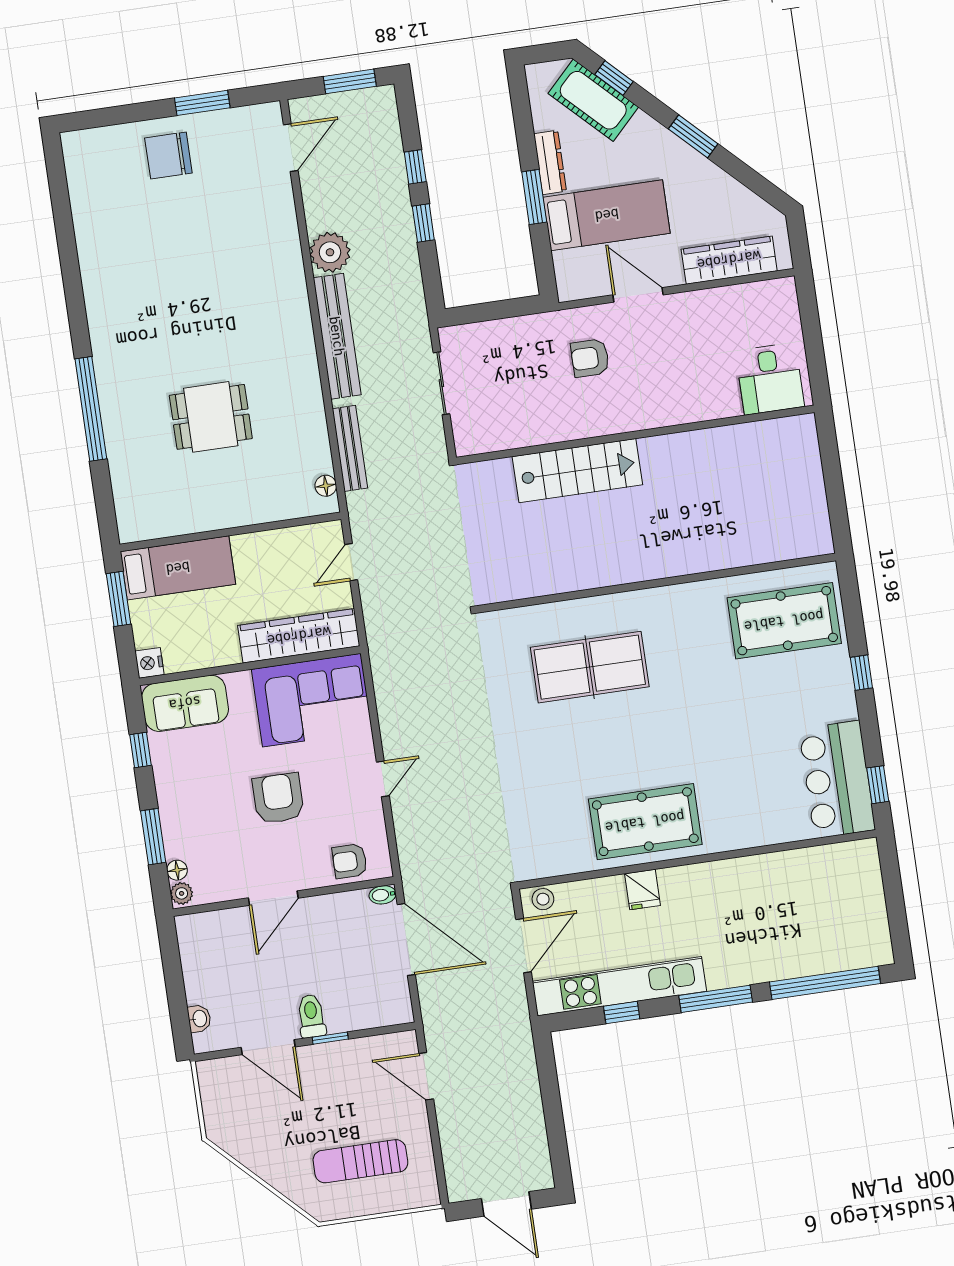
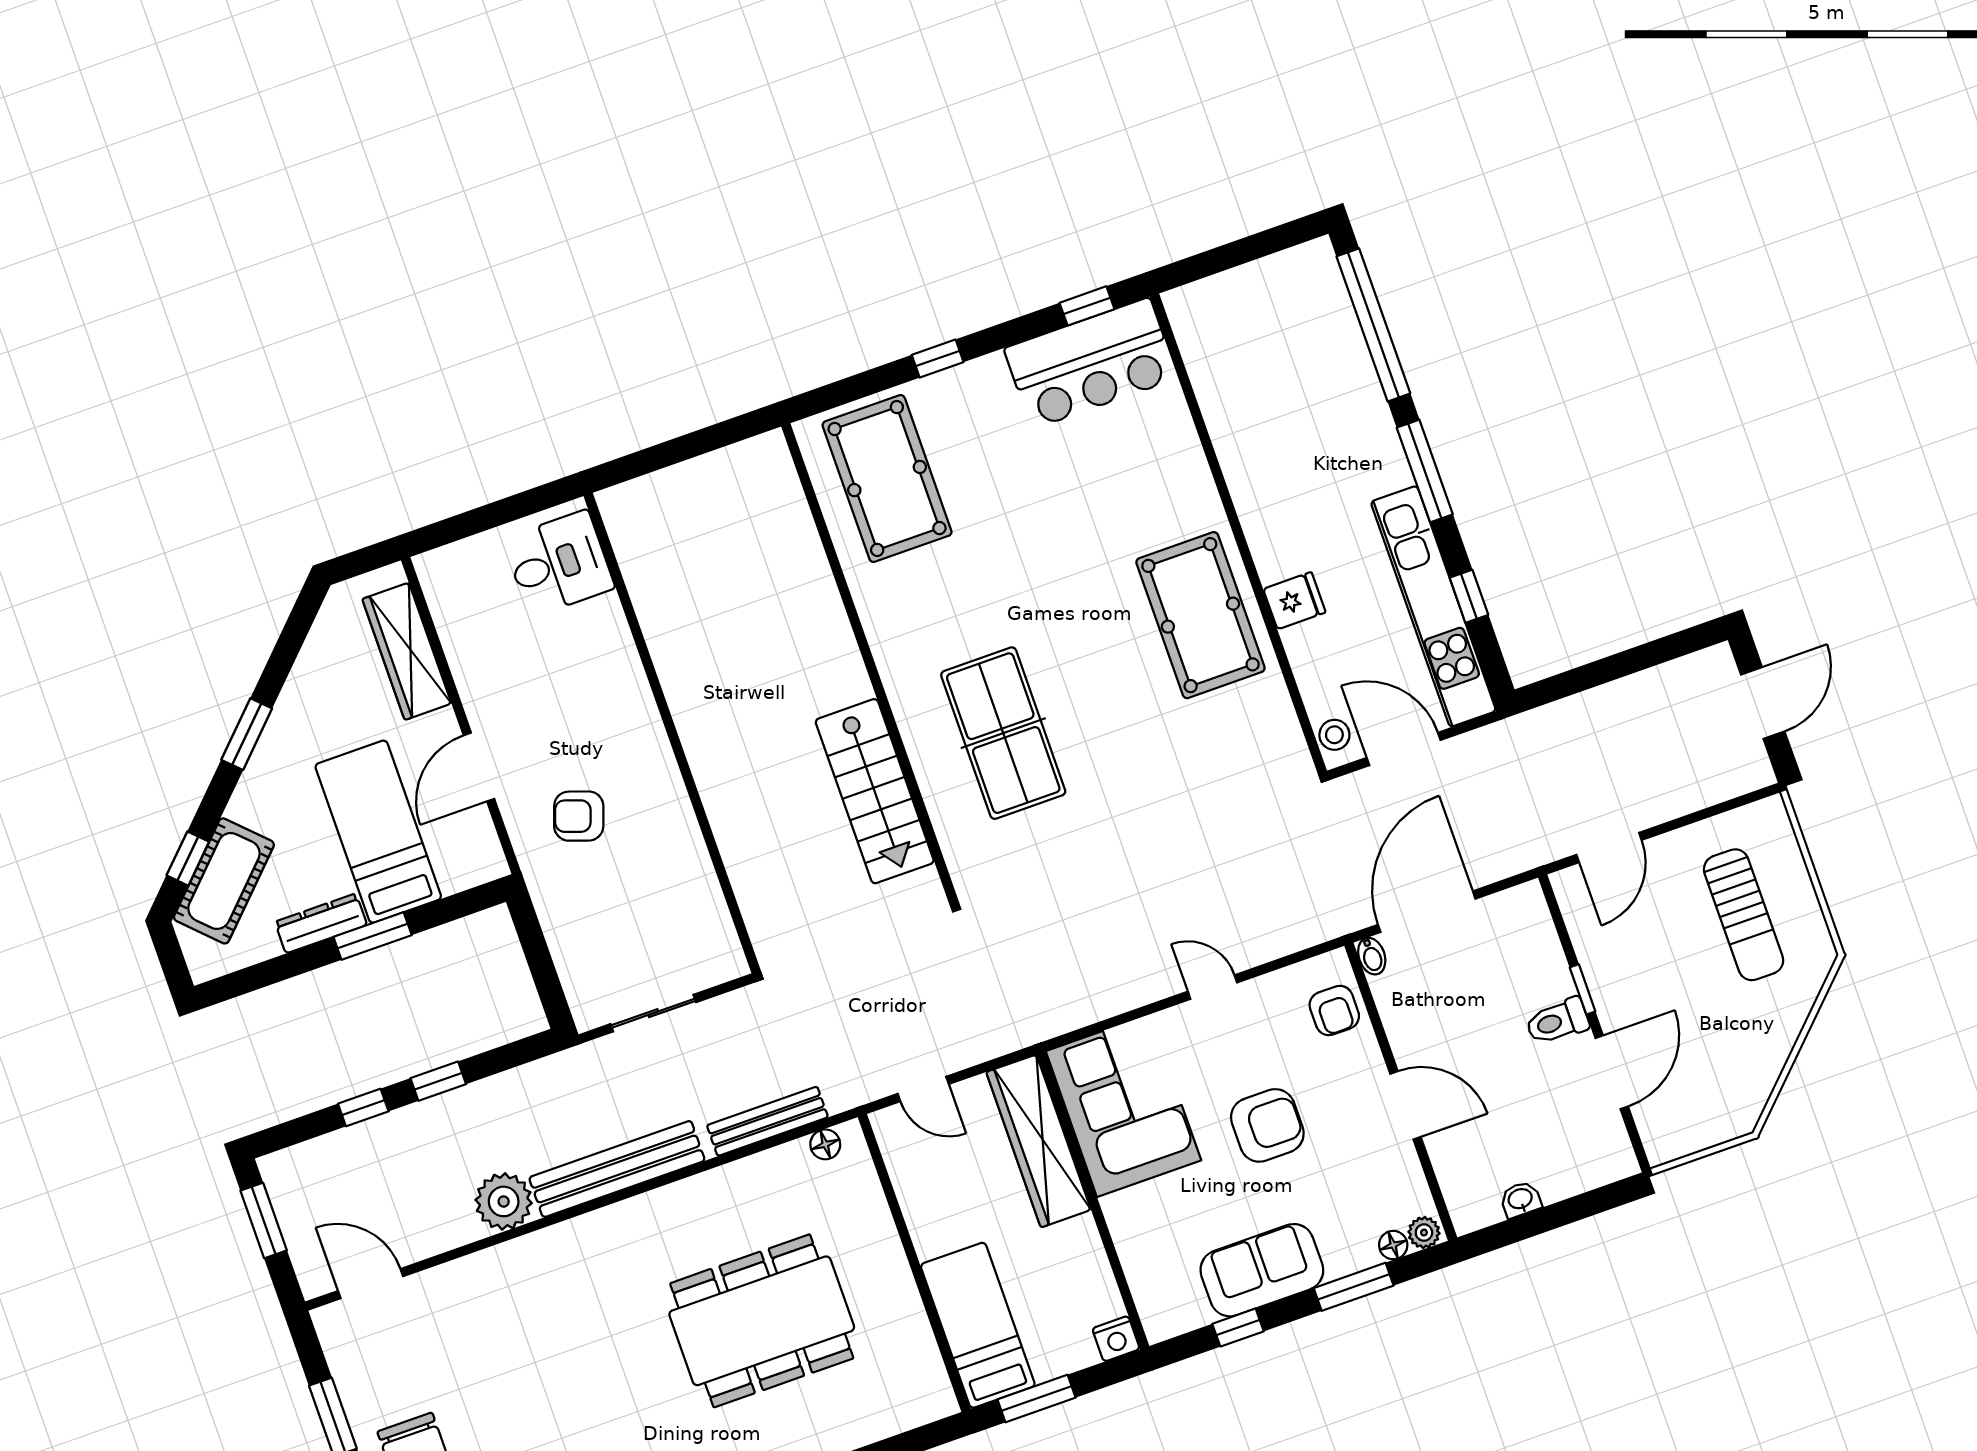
armchair: (590, 358) -> (579, 816), turned 109
dining table: (211, 417) -> (762, 1321), width x1.88, depth x1.24
stairs: (577, 471) -> (875, 791), moved, turned 180
sofa: (185, 703) -> (1262, 1270), moved, turned -90
armchair: (278, 798) -> (1267, 1125), turned 180
washbasin: (199, 1019) -> (1520, 1199), moved

